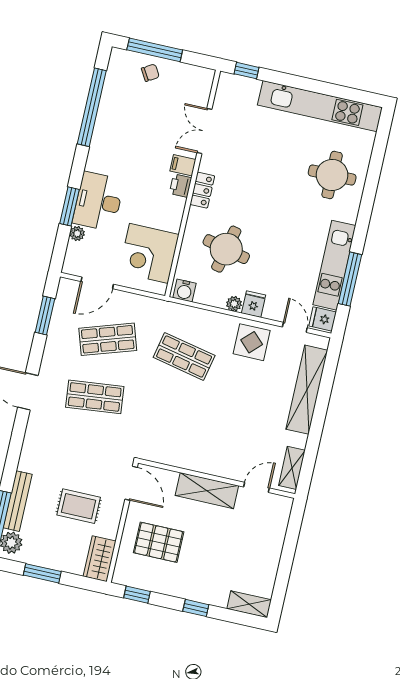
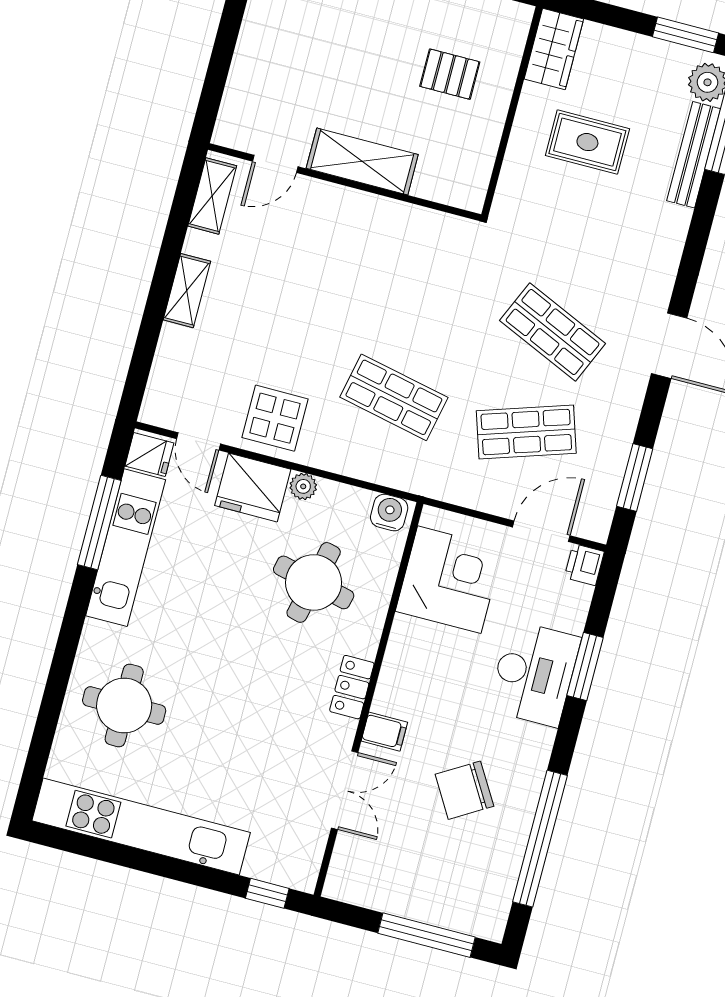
chair: (150, 73) -> (464, 790), moved, width x1.87, depth x1.87
printer: (181, 186) -> (584, 565), moved, turned 180
plant: (77, 234) -> (573, 619), removed
fridge: (254, 304) -> (253, 487), width x1.88, depth x1.34
shelving: (307, 390) -> (187, 291), width x0.45, depth x0.75
shop shelf: (95, 397) -> (553, 332), turned 30
door: (131, 483) -> (494, 179), removed
pallet: (159, 542) -> (450, 74), width x0.67, depth x0.71
window: (42, 573) -> (685, 35), moved

